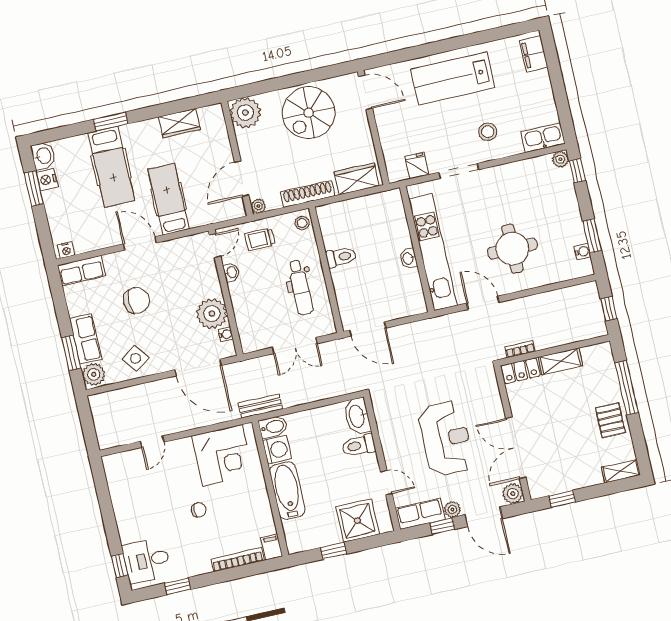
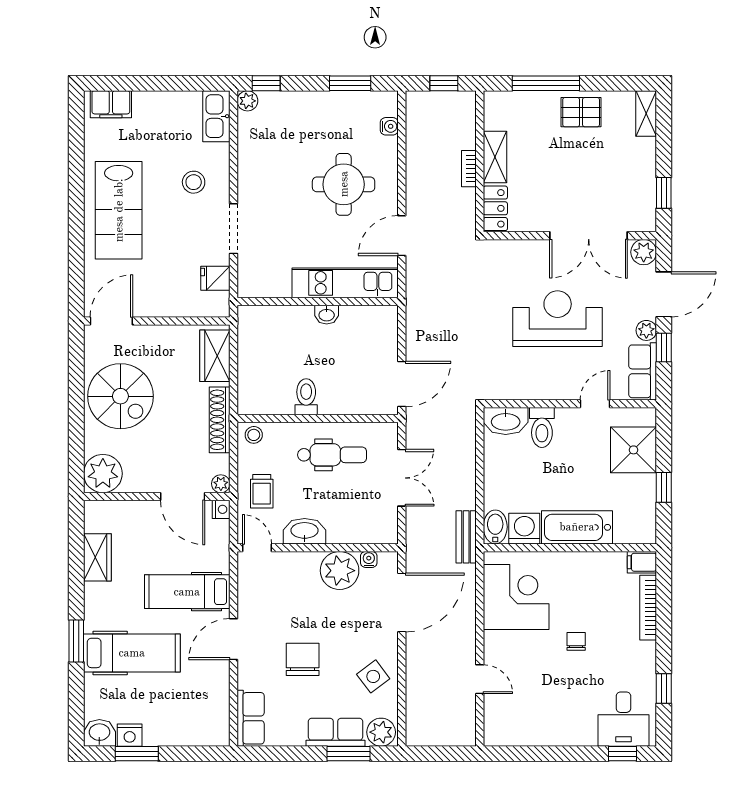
nightstand: (66, 250) -> (221, 509), moved
kitchen unit: (433, 252) -> (345, 283), width x0.73
water cooler: (583, 252) -> (389, 126), moved, turned 90
washbasin: (231, 272) -> (305, 531), width x1.91, depth x1.45
bookcase: (520, 349) -> (469, 169), moved

